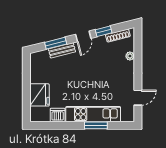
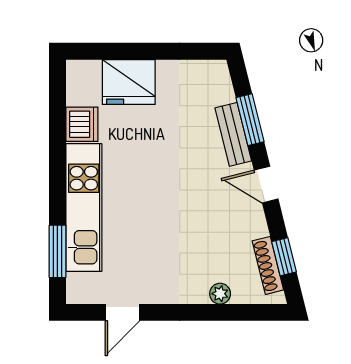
window: (104, 31) -> (284, 257), moved
door: (138, 98) -> (122, 312), hinge flipped
window: (96, 125) -> (57, 251), moved

